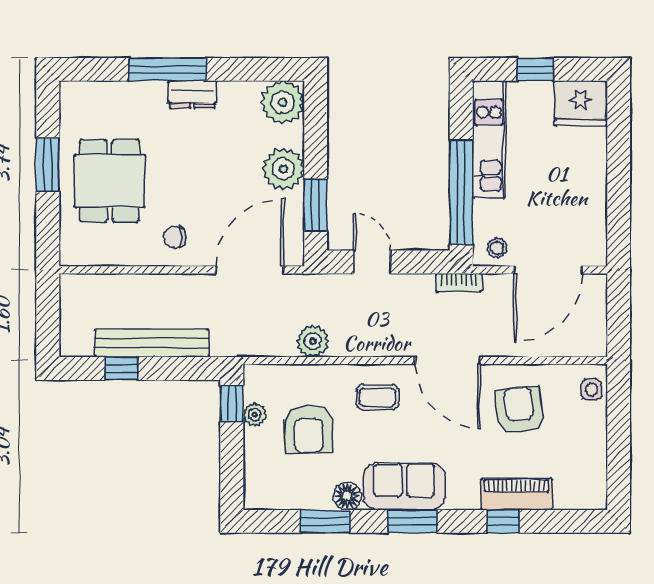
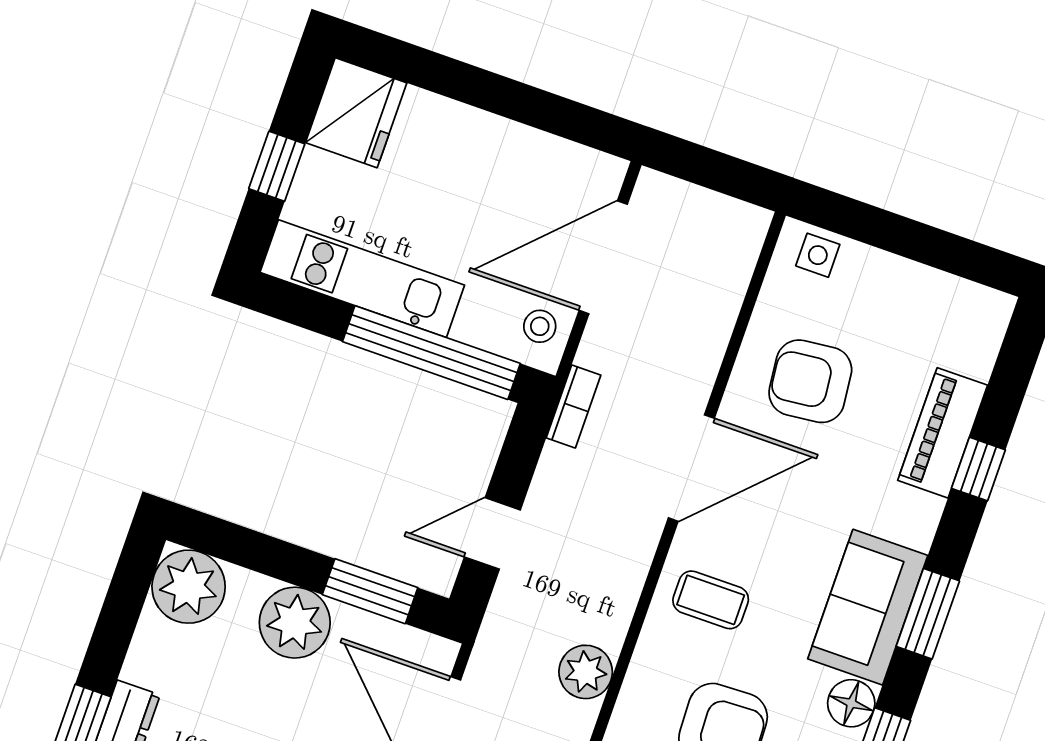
door: (548, 270) -> (603, 257), swing flipped
coffee table: (378, 397) -> (711, 600), turned 90

